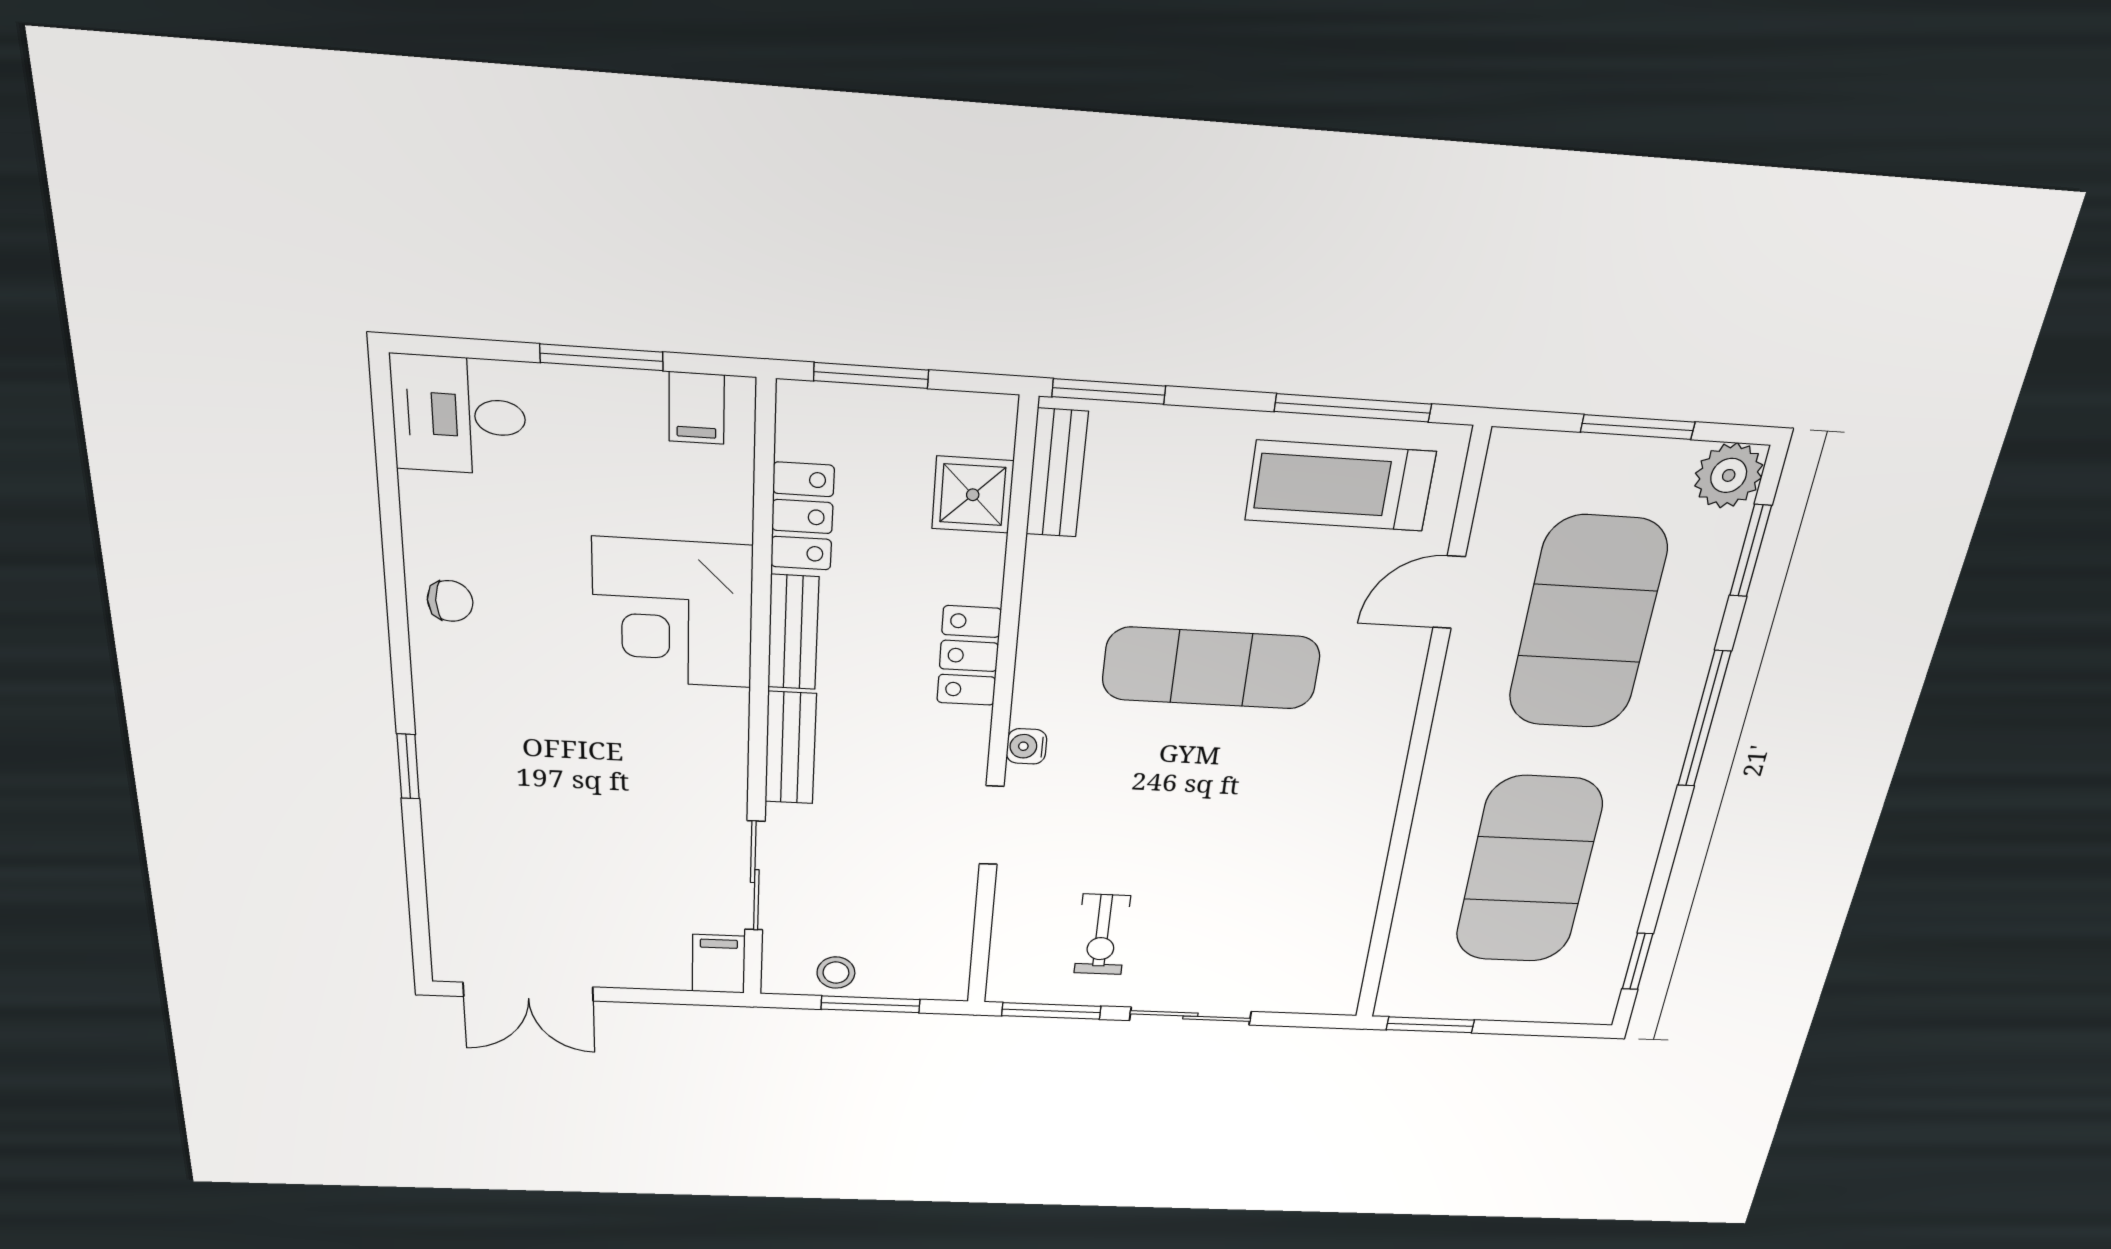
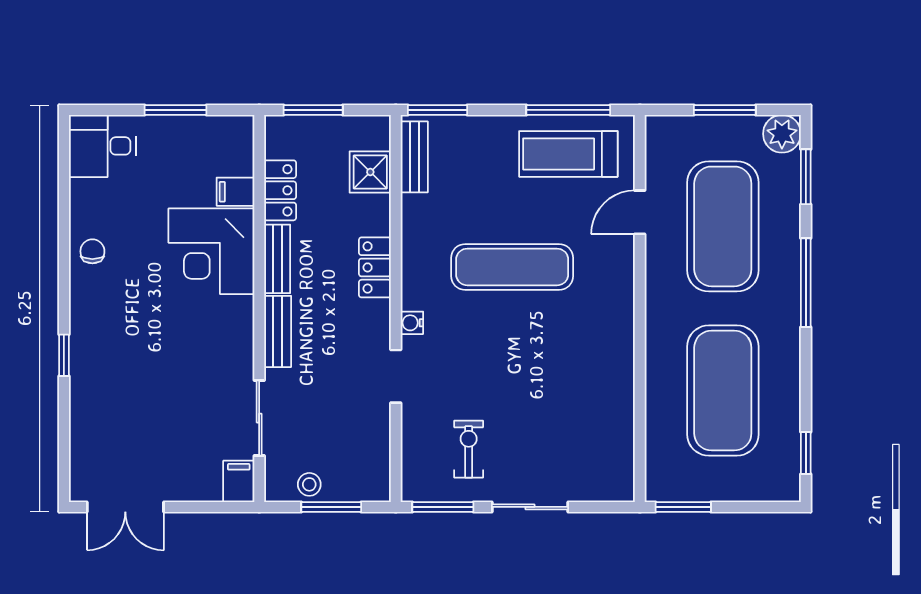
filing cabinet: (697, 408) -> (235, 192), moved, turned 90
chair: (450, 601) -> (92, 251), turned -90
exercise bike: (1102, 934) -> (469, 449), turned 180

